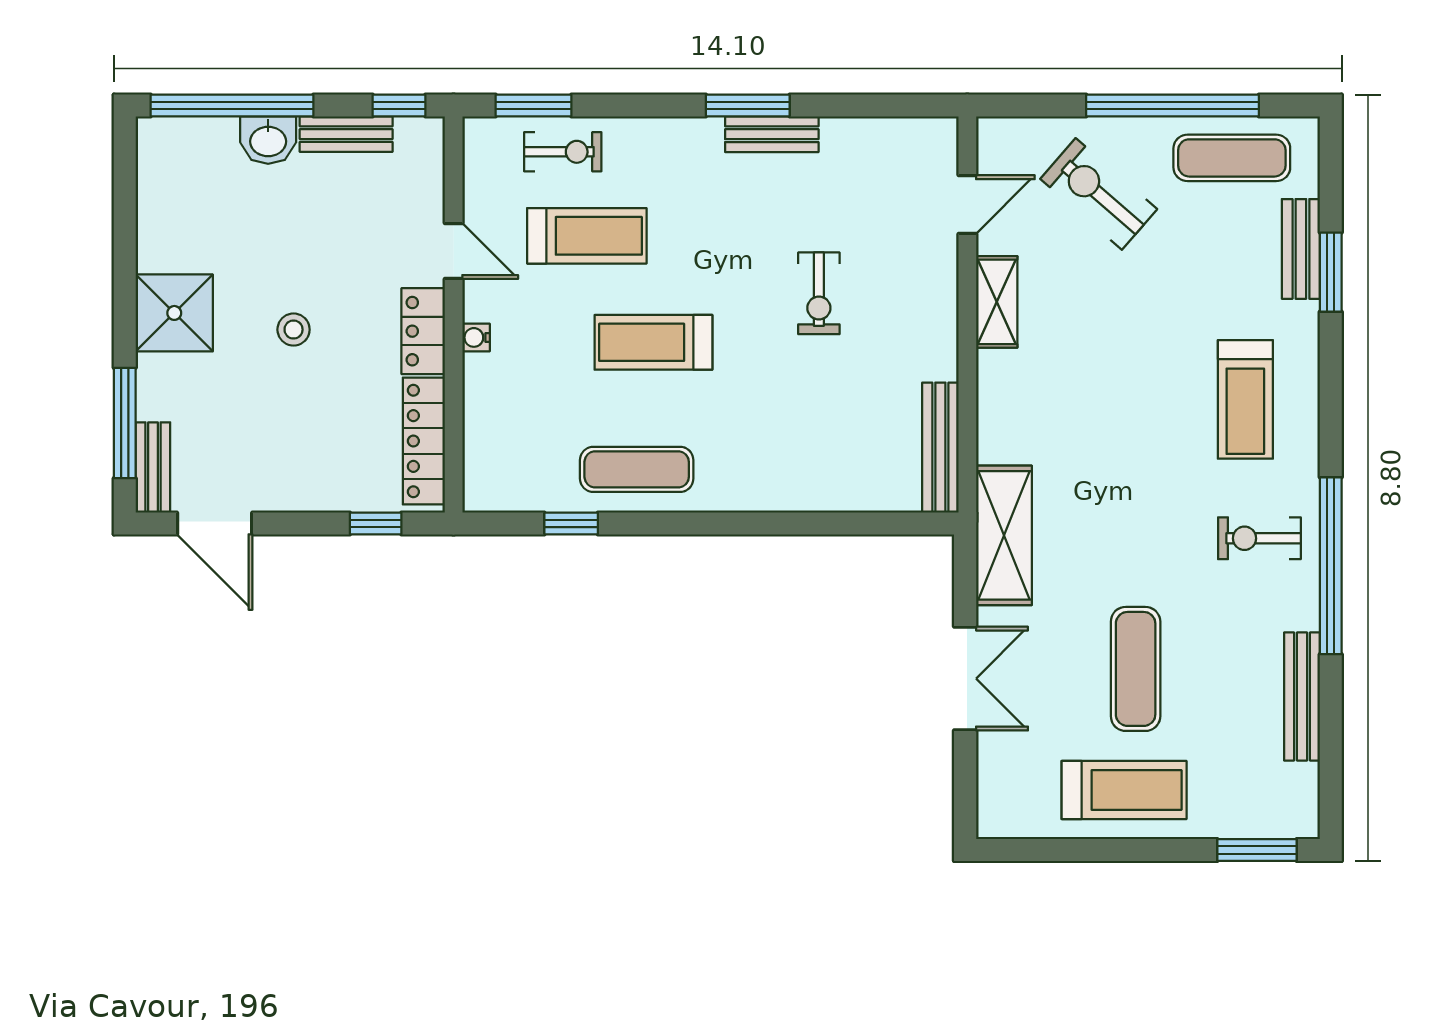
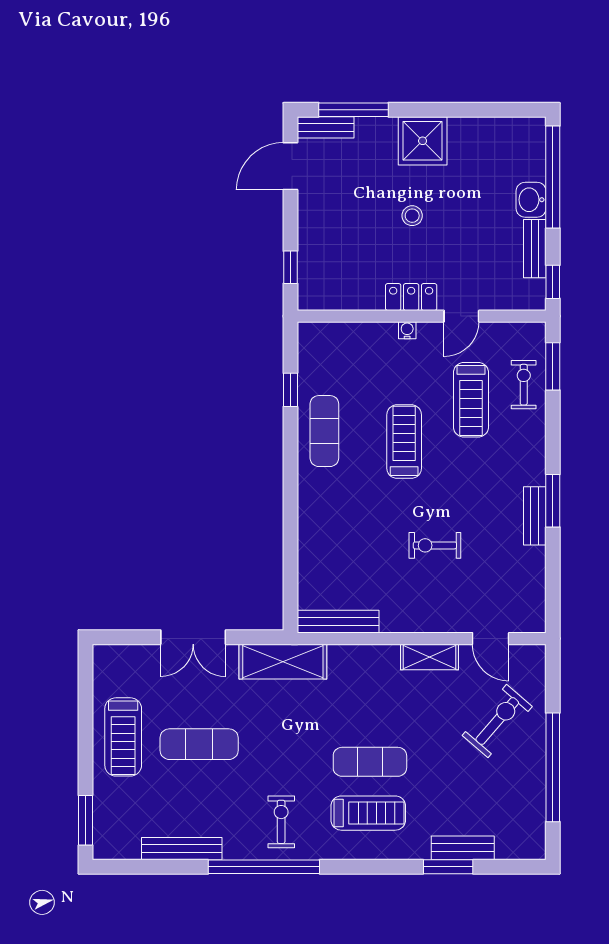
exercise bike: (563, 152) -> (524, 385), turned 180
exercise mat: (1232, 158) -> (370, 762), moved, turned 90
treadmill: (1245, 399) -> (368, 813), turned 180
locker: (424, 441) -> (342, 297), removed

